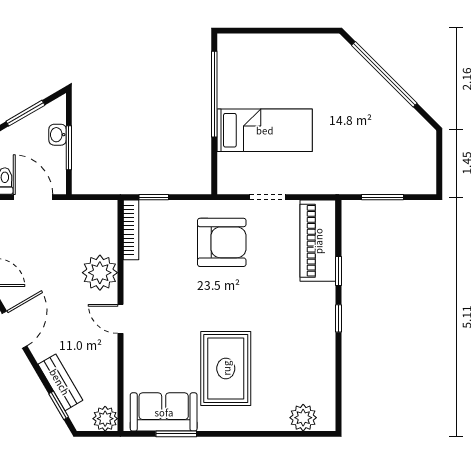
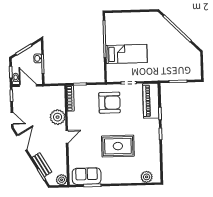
door: (120, 319) -> (67, 137), swing flipped
rug: (226, 368) -> (118, 146), moved, turned 90

